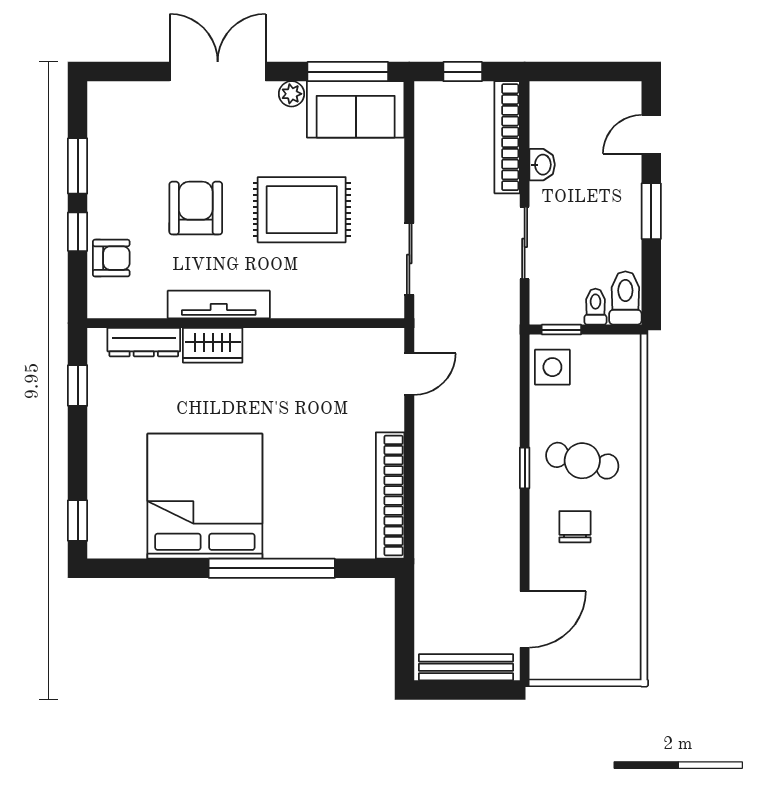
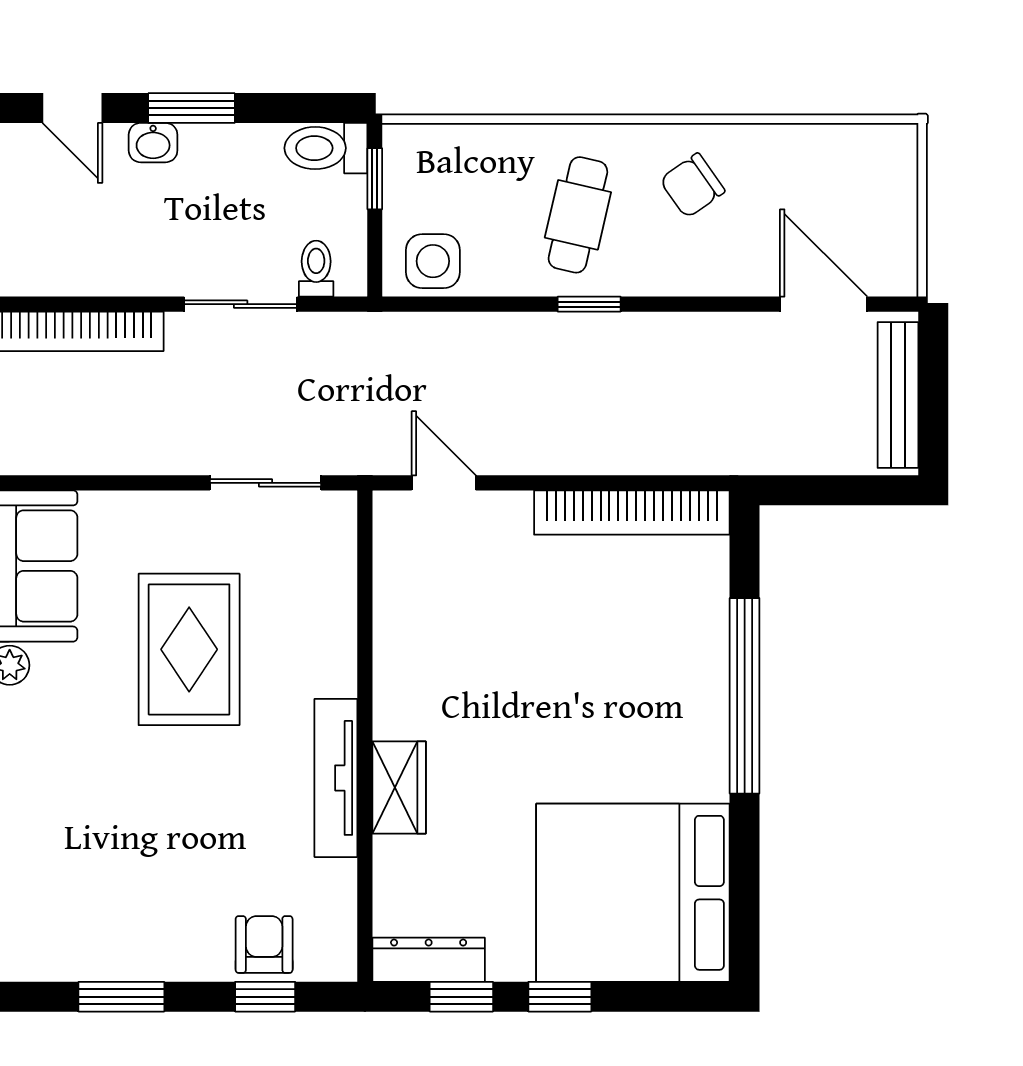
washbasin: (542, 165) -> (153, 143), moved, turned 180
armchair: (196, 208) -> (187, 814), removed
window: (78, 232) -> (265, 997), moved
toilet: (595, 307) -> (316, 269), moved, turned 90
window: (561, 330) -> (375, 179), moved
dresser: (144, 342) -> (429, 960), moved, turned -90
bed: (205, 496) -> (633, 893), moved
window: (78, 521) -> (560, 997), moved
chair: (575, 527) -> (692, 186), moved, turned -35

